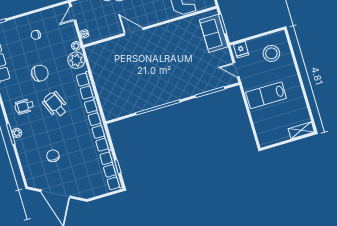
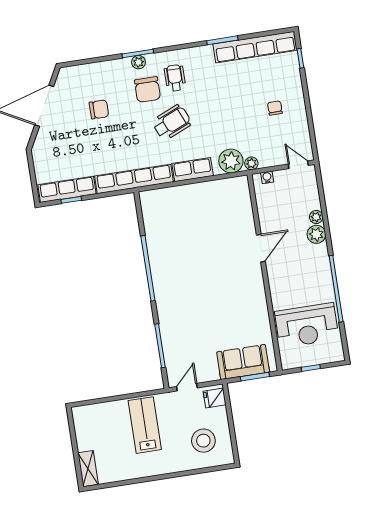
chair: (40, 73) -> (147, 90), moved

